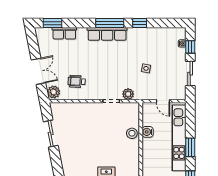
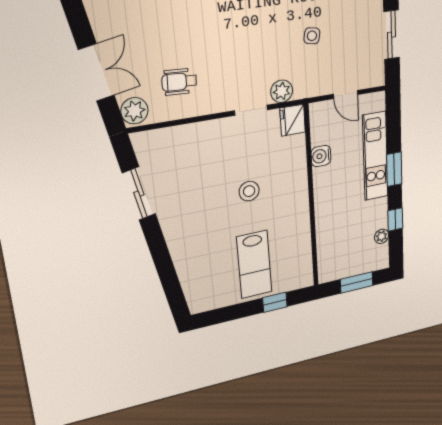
fridge: (133, 110) -> (293, 120), added
stool: (132, 133) -> (249, 191), moved
kitchen unit: (179, 138) -> (375, 156), width x0.73

